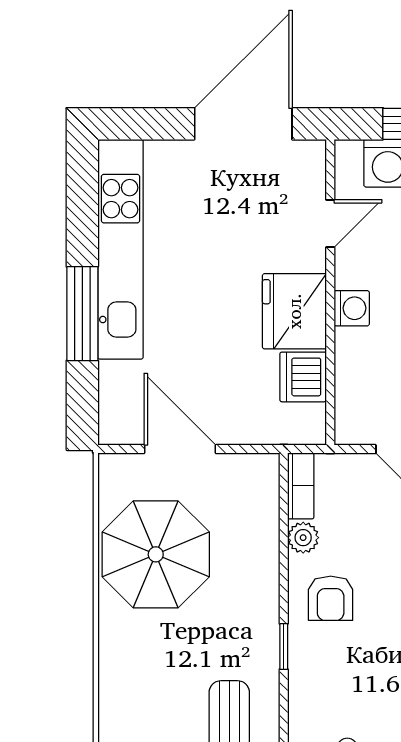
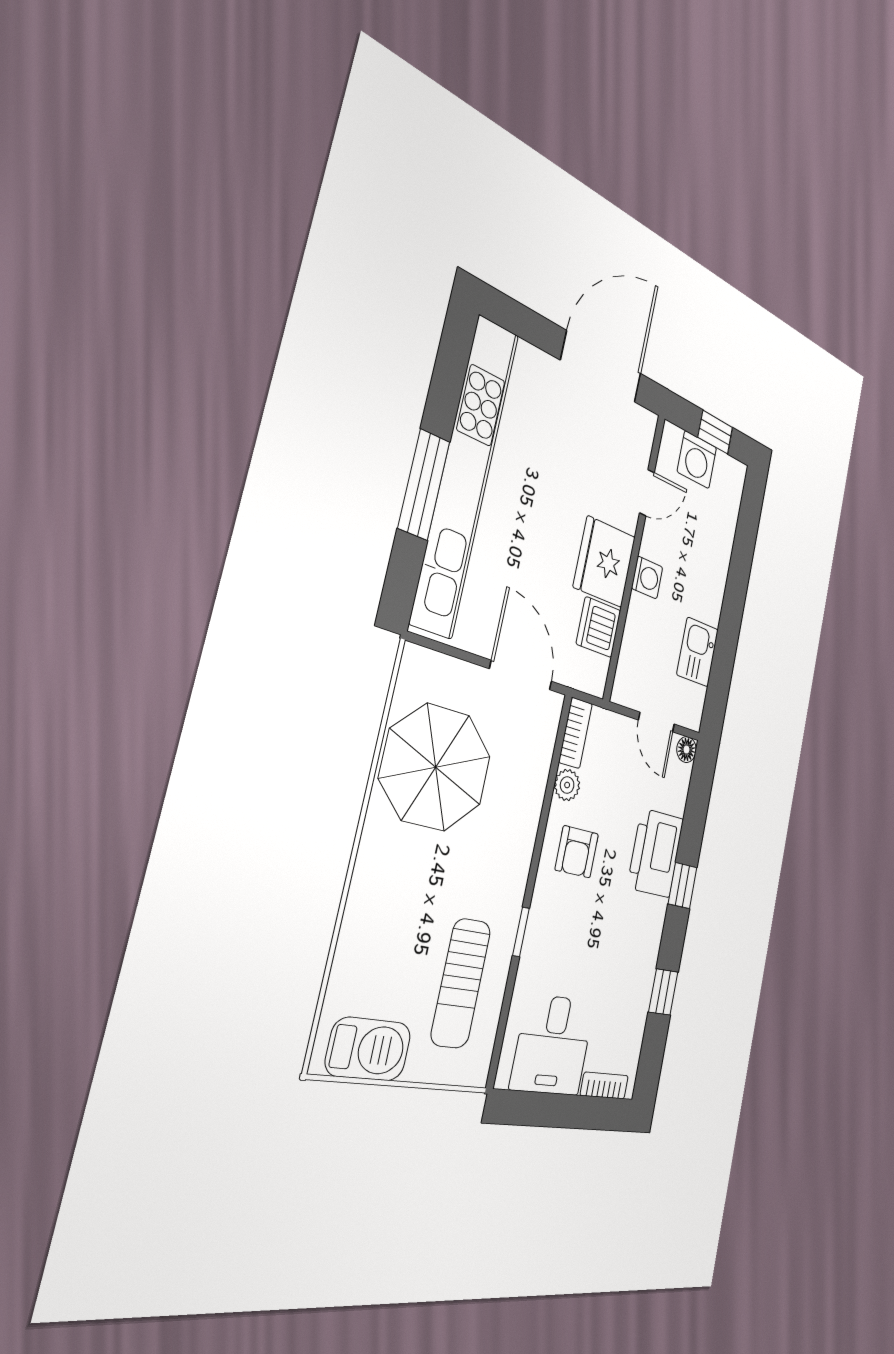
kitchen unit: (121, 249) -> (465, 475), width x1.36
door: (180, 449) -> (521, 675), moved
window: (284, 647) -> (521, 932), moved

